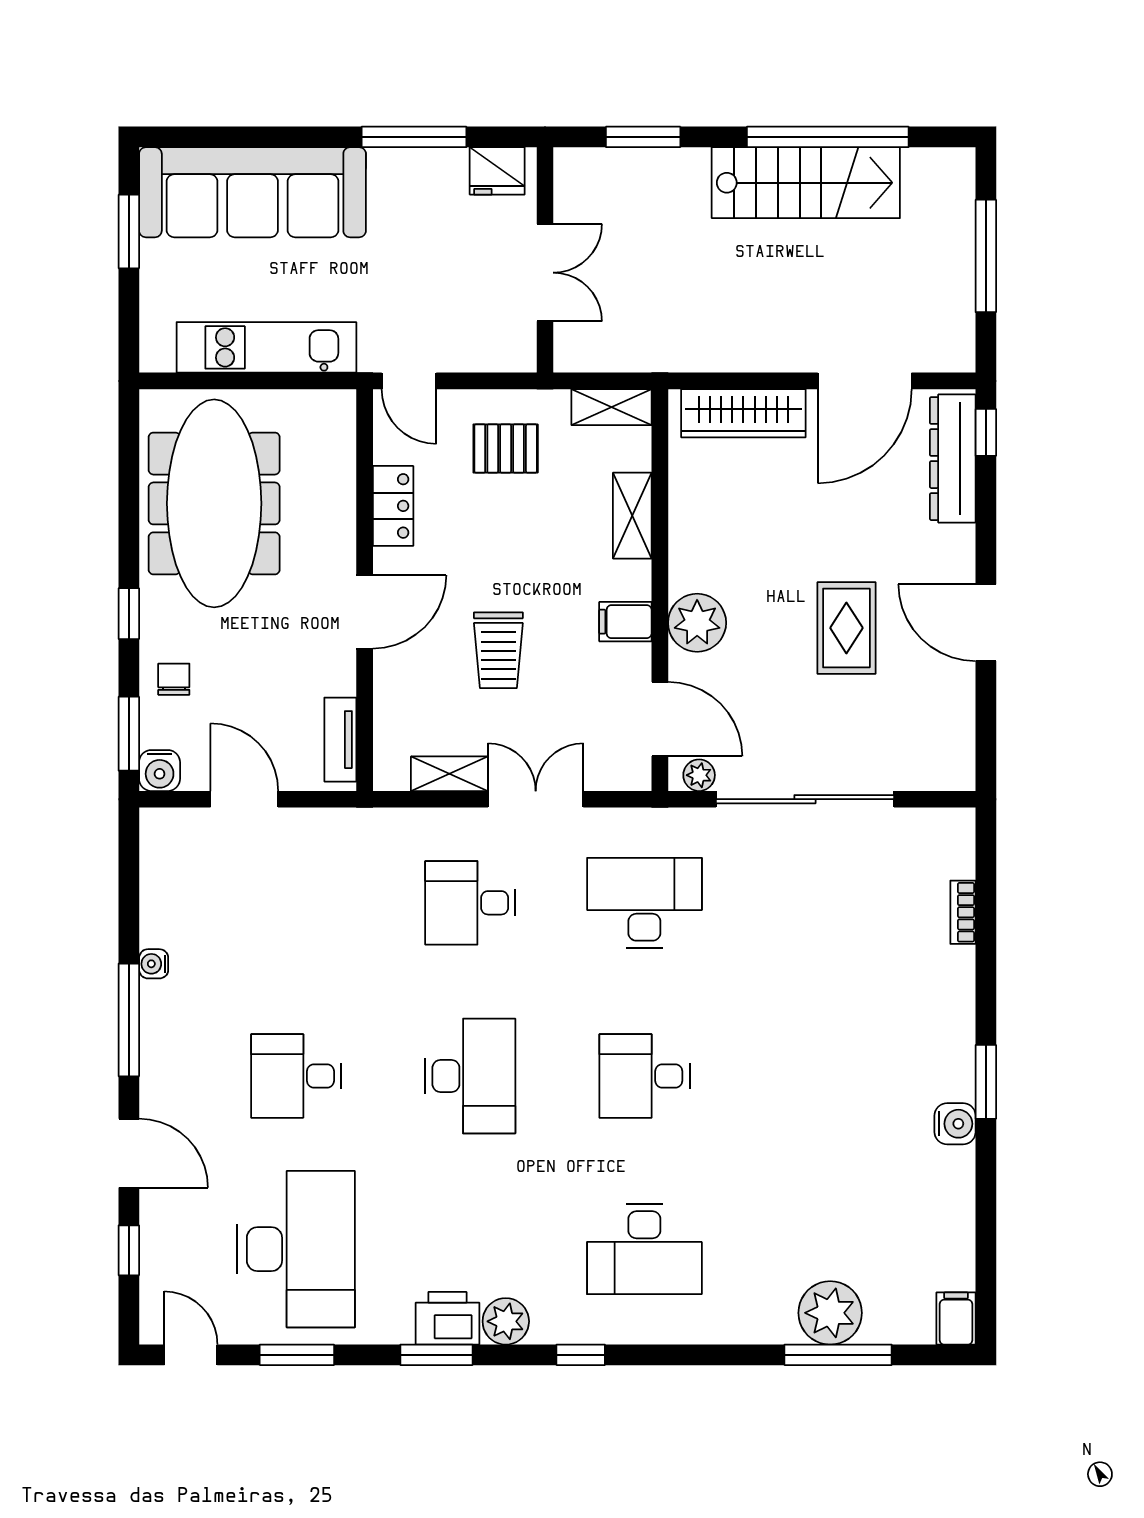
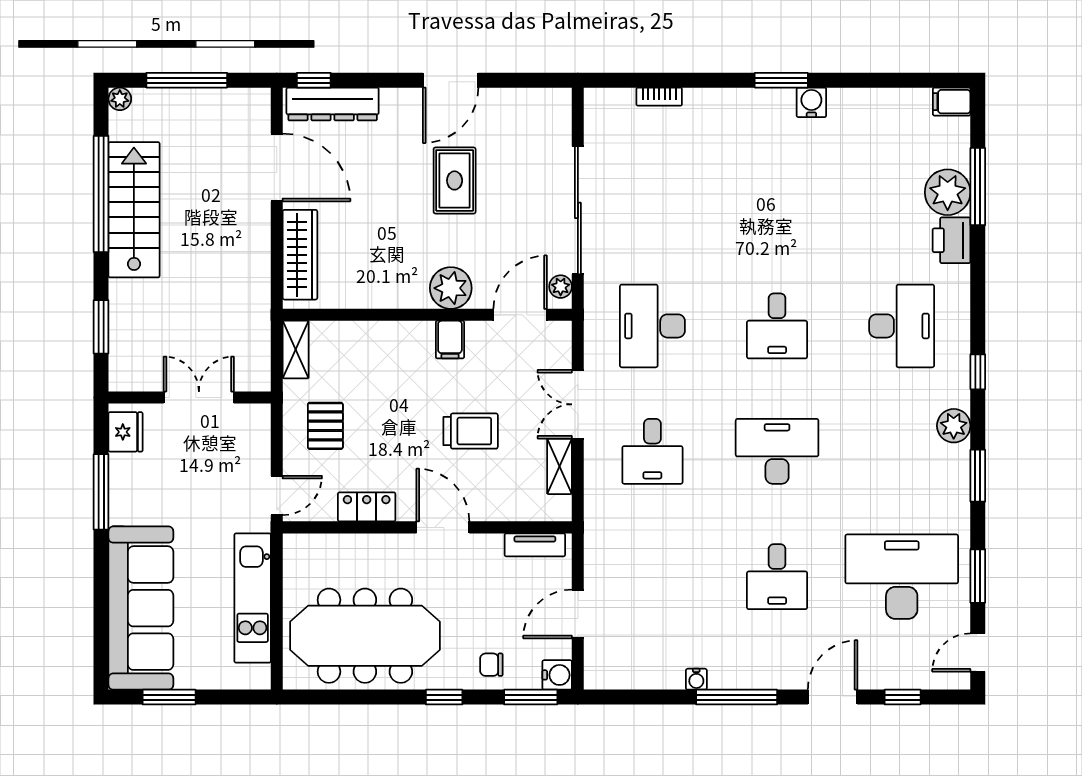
plant: (960, 163) -> (120, 99), added
shelving: (632, 516) -> (374, 335), removed
rug: (846, 628) -> (455, 180), turned 90
printer: (447, 1318) -> (951, 240), moved

